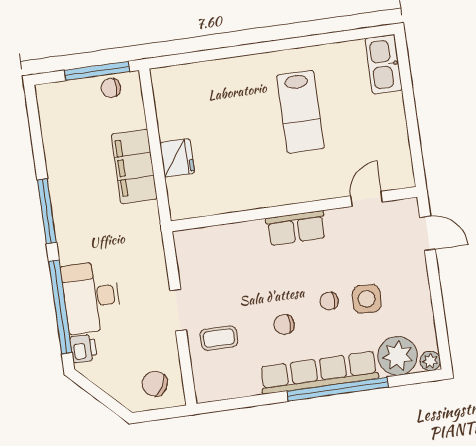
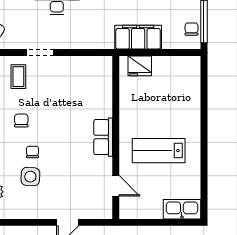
door: (367, 199) -> (116, 186), moved
wall: (294, 209) -> (116, 137), moved
row of seats: (296, 228) -> (103, 137), moved

